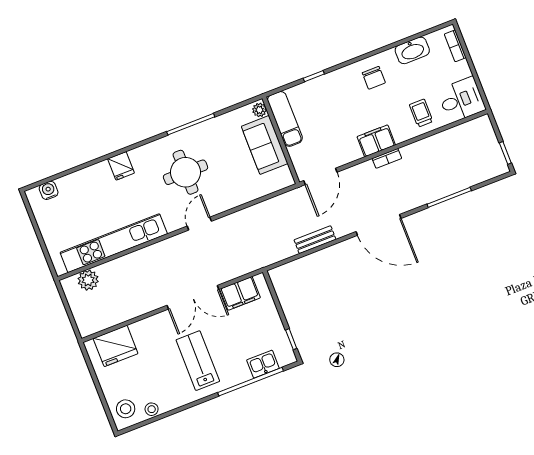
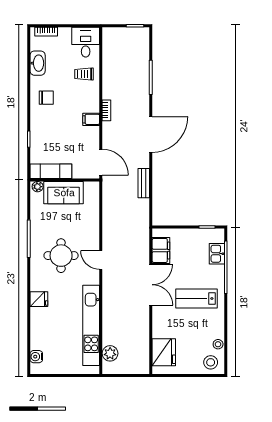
filing cabinet: (376, 141) -> (91, 119), width x0.50

